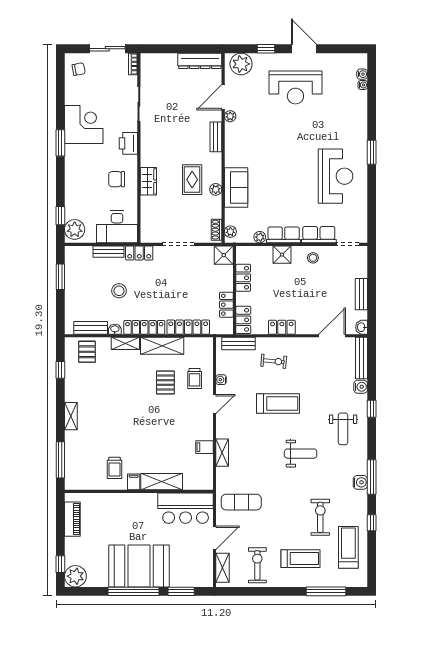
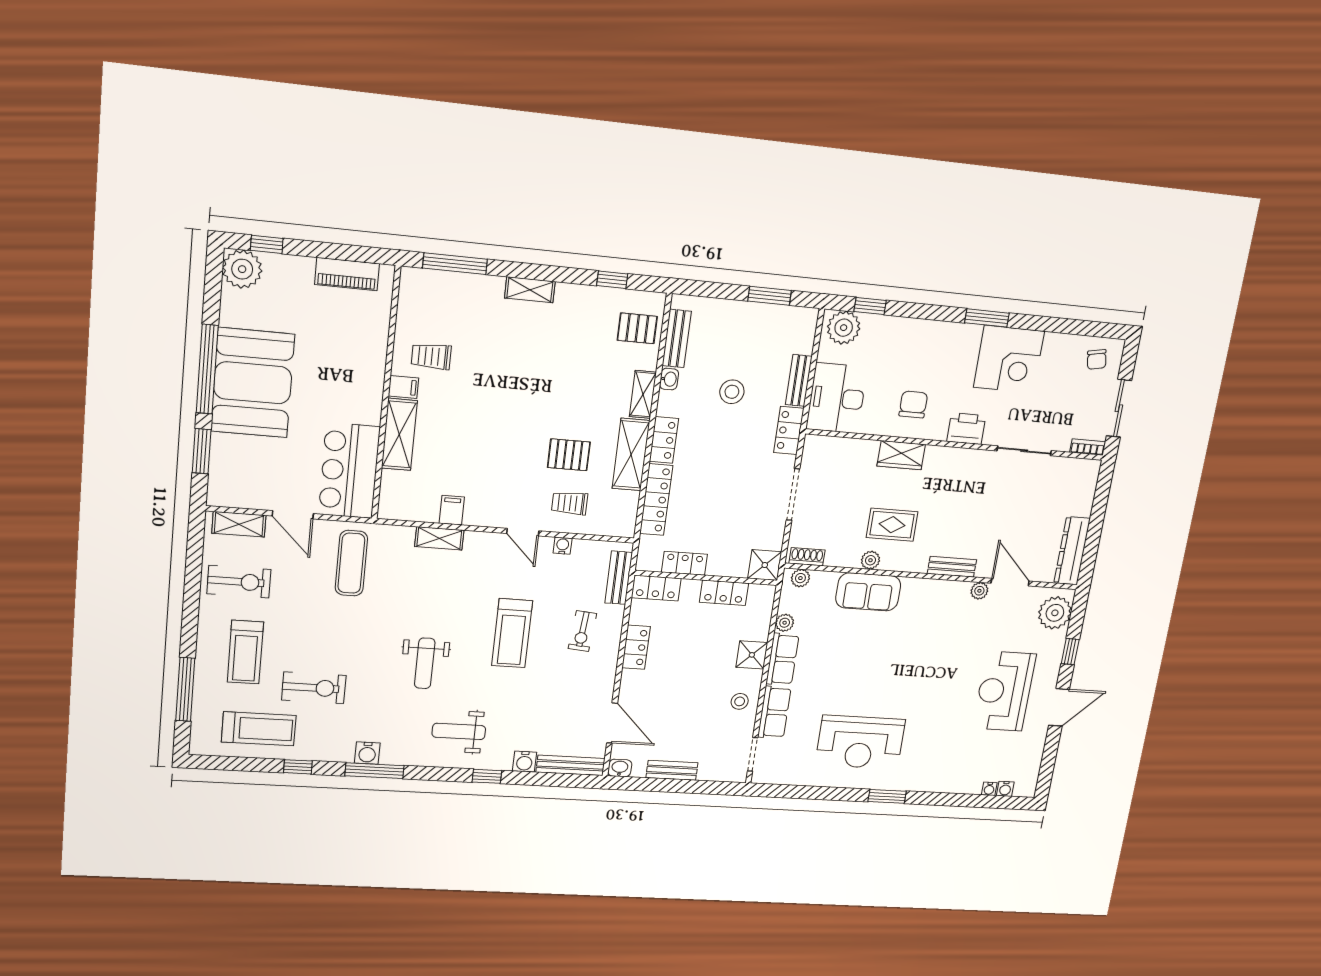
locker: (144, 327) -> (664, 440), width x0.66

